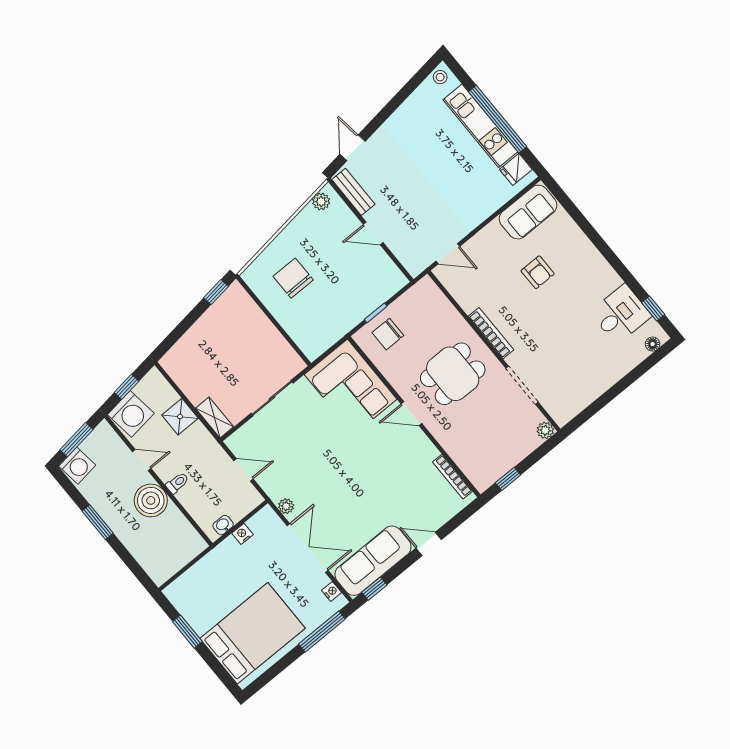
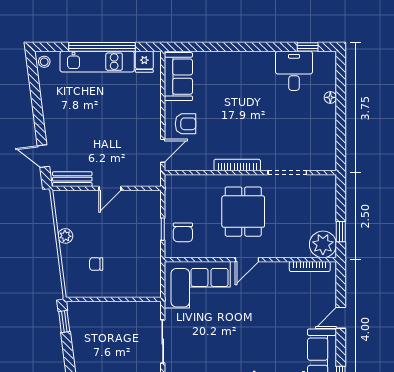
plant: (321, 201) -> (65, 236), moved
armchair: (538, 272) -> (185, 124), moved
chair: (293, 278) -> (96, 264), width x0.54, depth x0.54
floor lamp: (653, 344) -> (330, 97), moved
plant: (545, 430) -> (323, 244), moved, width x1.88, depth x1.88

